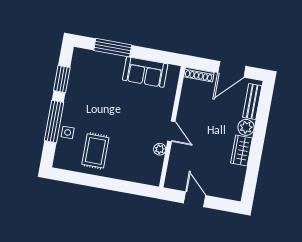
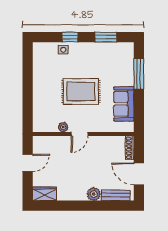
window: (54, 121) -> (70, 37), width x0.46
rug: (95, 151) -> (81, 92), moved, width x1.36, depth x1.43
wardrobe: (242, 151) -> (45, 194), moved

